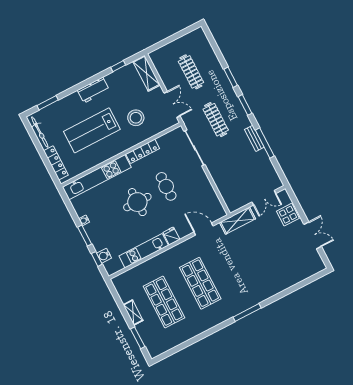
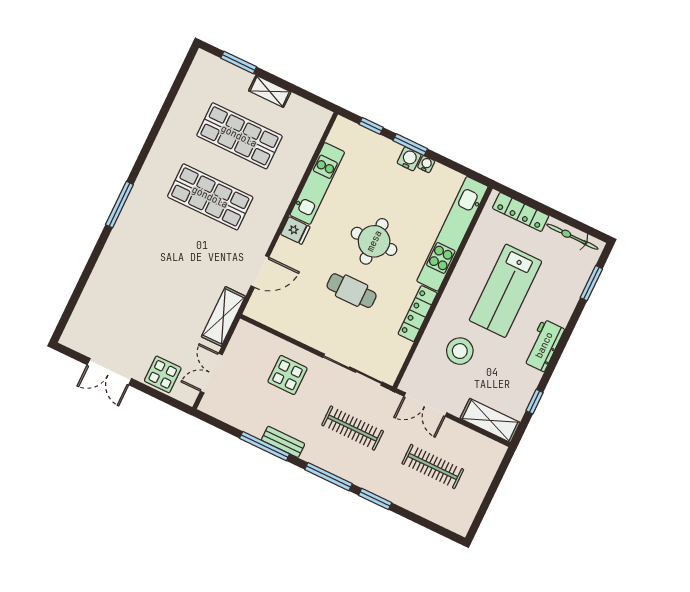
window: (245, 105) -> (328, 477), width x1.44
lab bench: (92, 130) -> (505, 291), turned 180
display table: (228, 169) -> (287, 375), added
water cooler: (104, 256) -> (409, 159), moved

